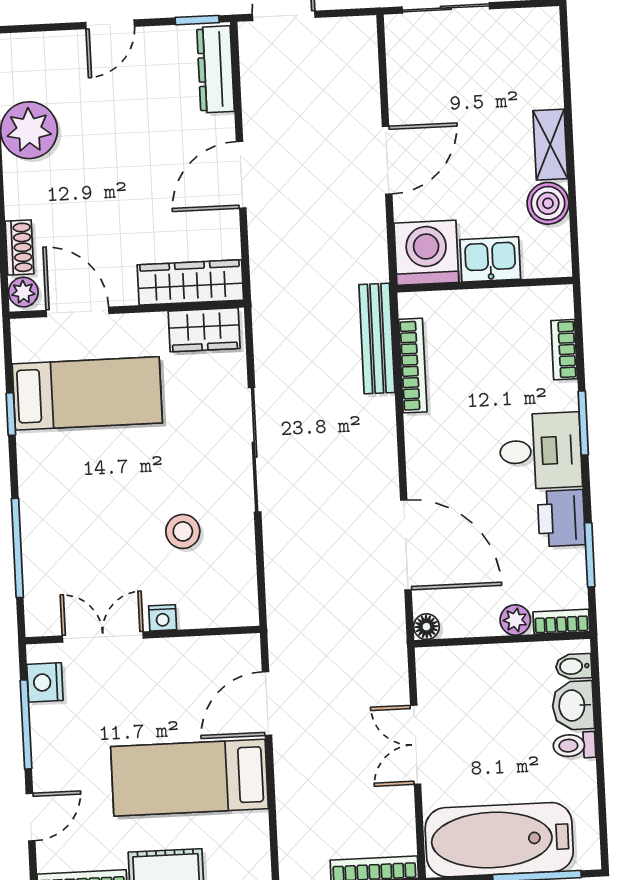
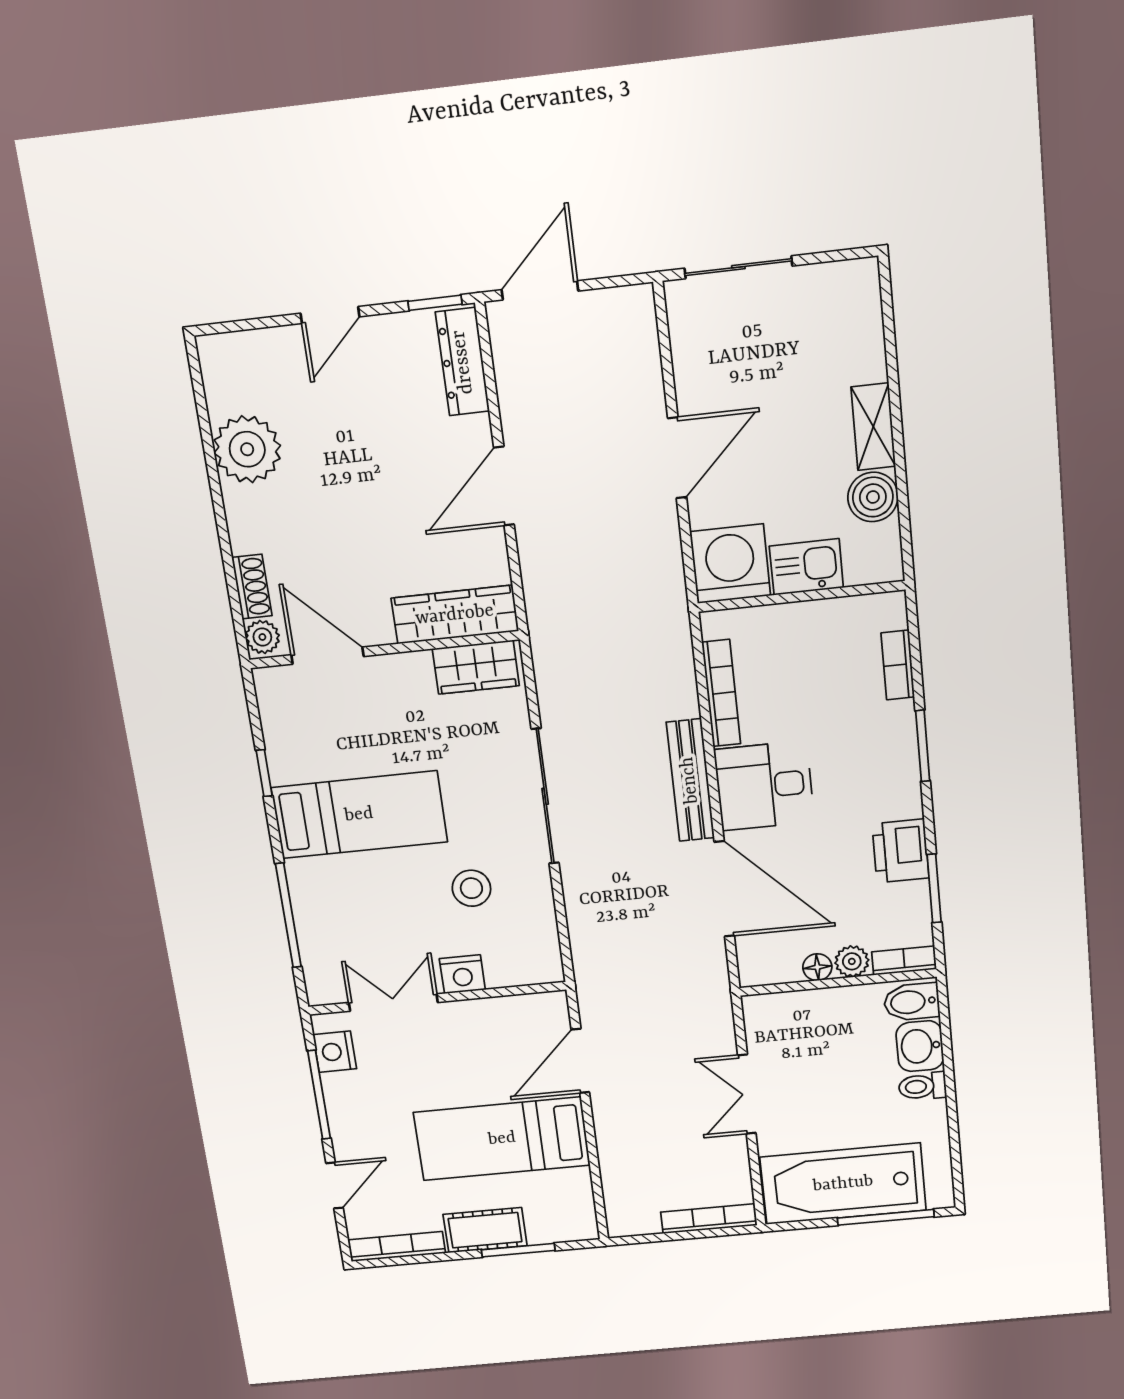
bench: (377, 338) -> (690, 780), moved
bed: (87, 393) -> (359, 815), moved
desk: (541, 451) -> (764, 786), moved, turned 180
nightstand: (163, 618) -> (462, 974), width x1.39, depth x1.35
floor lamp: (426, 627) -> (817, 967), moved
bidet: (574, 666) -> (912, 1002), width x1.38, depth x1.36

